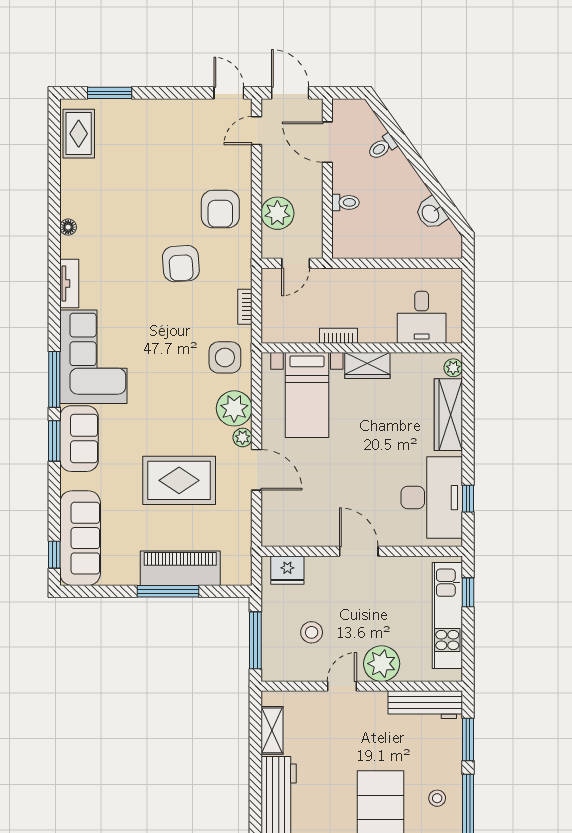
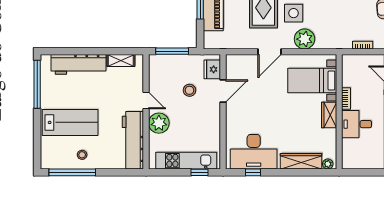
desk: (422, 317) -> (357, 124), moved
side table: (225, 357) -> (294, 13), moved
plant: (243, 437) -> (288, 44), removed
door: (359, 551) -> (223, 91), moved
stool: (312, 632) -> (189, 90), moved
workbench: (425, 705) -> (133, 140), width x1.36, depth x1.32
window: (468, 739) -> (116, 172), removed

